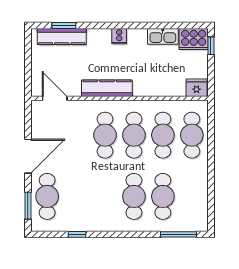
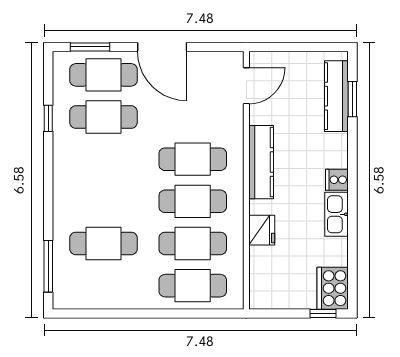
kitchen sink: (163, 36) -> (337, 214), moved
fridge: (197, 88) -> (262, 230), moved
cafe table: (134, 196) -> (103, 117), moved

